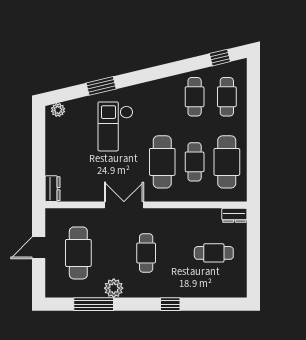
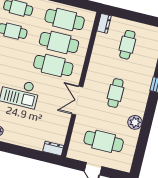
cafe table: (195, 162) -> (59, 42), width x1.37, depth x1.35
cafe table: (146, 253) -> (115, 93), turned 90
window: (94, 304) -> (143, 139), removed

